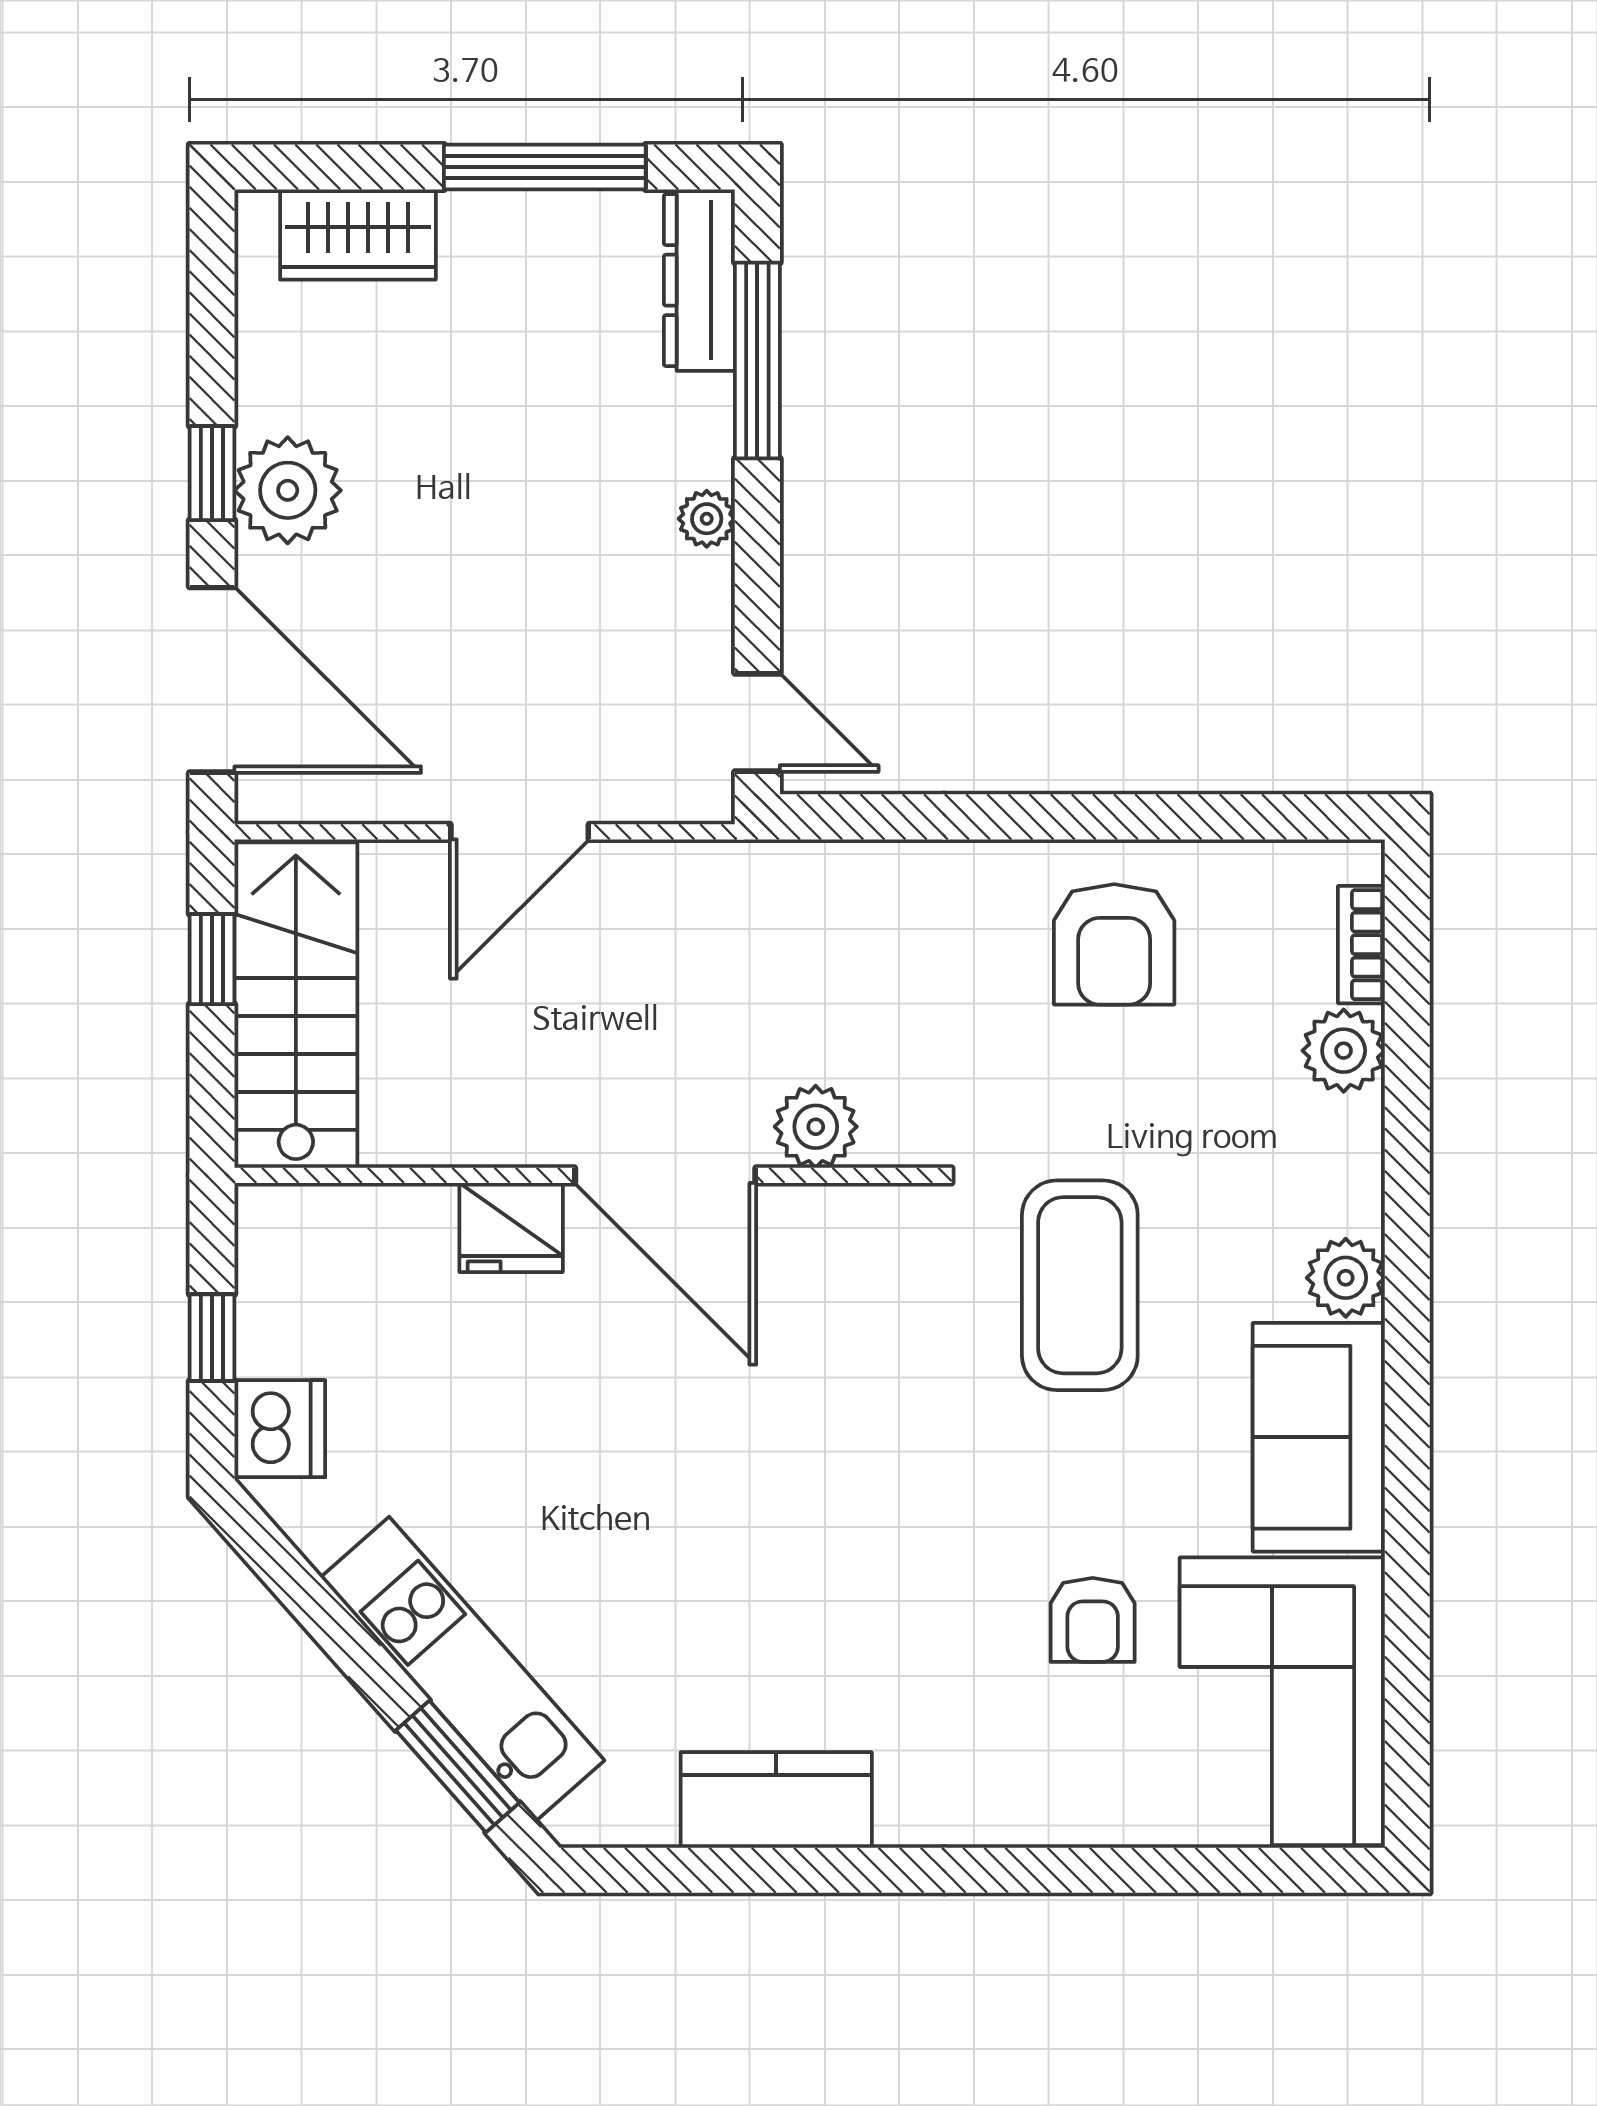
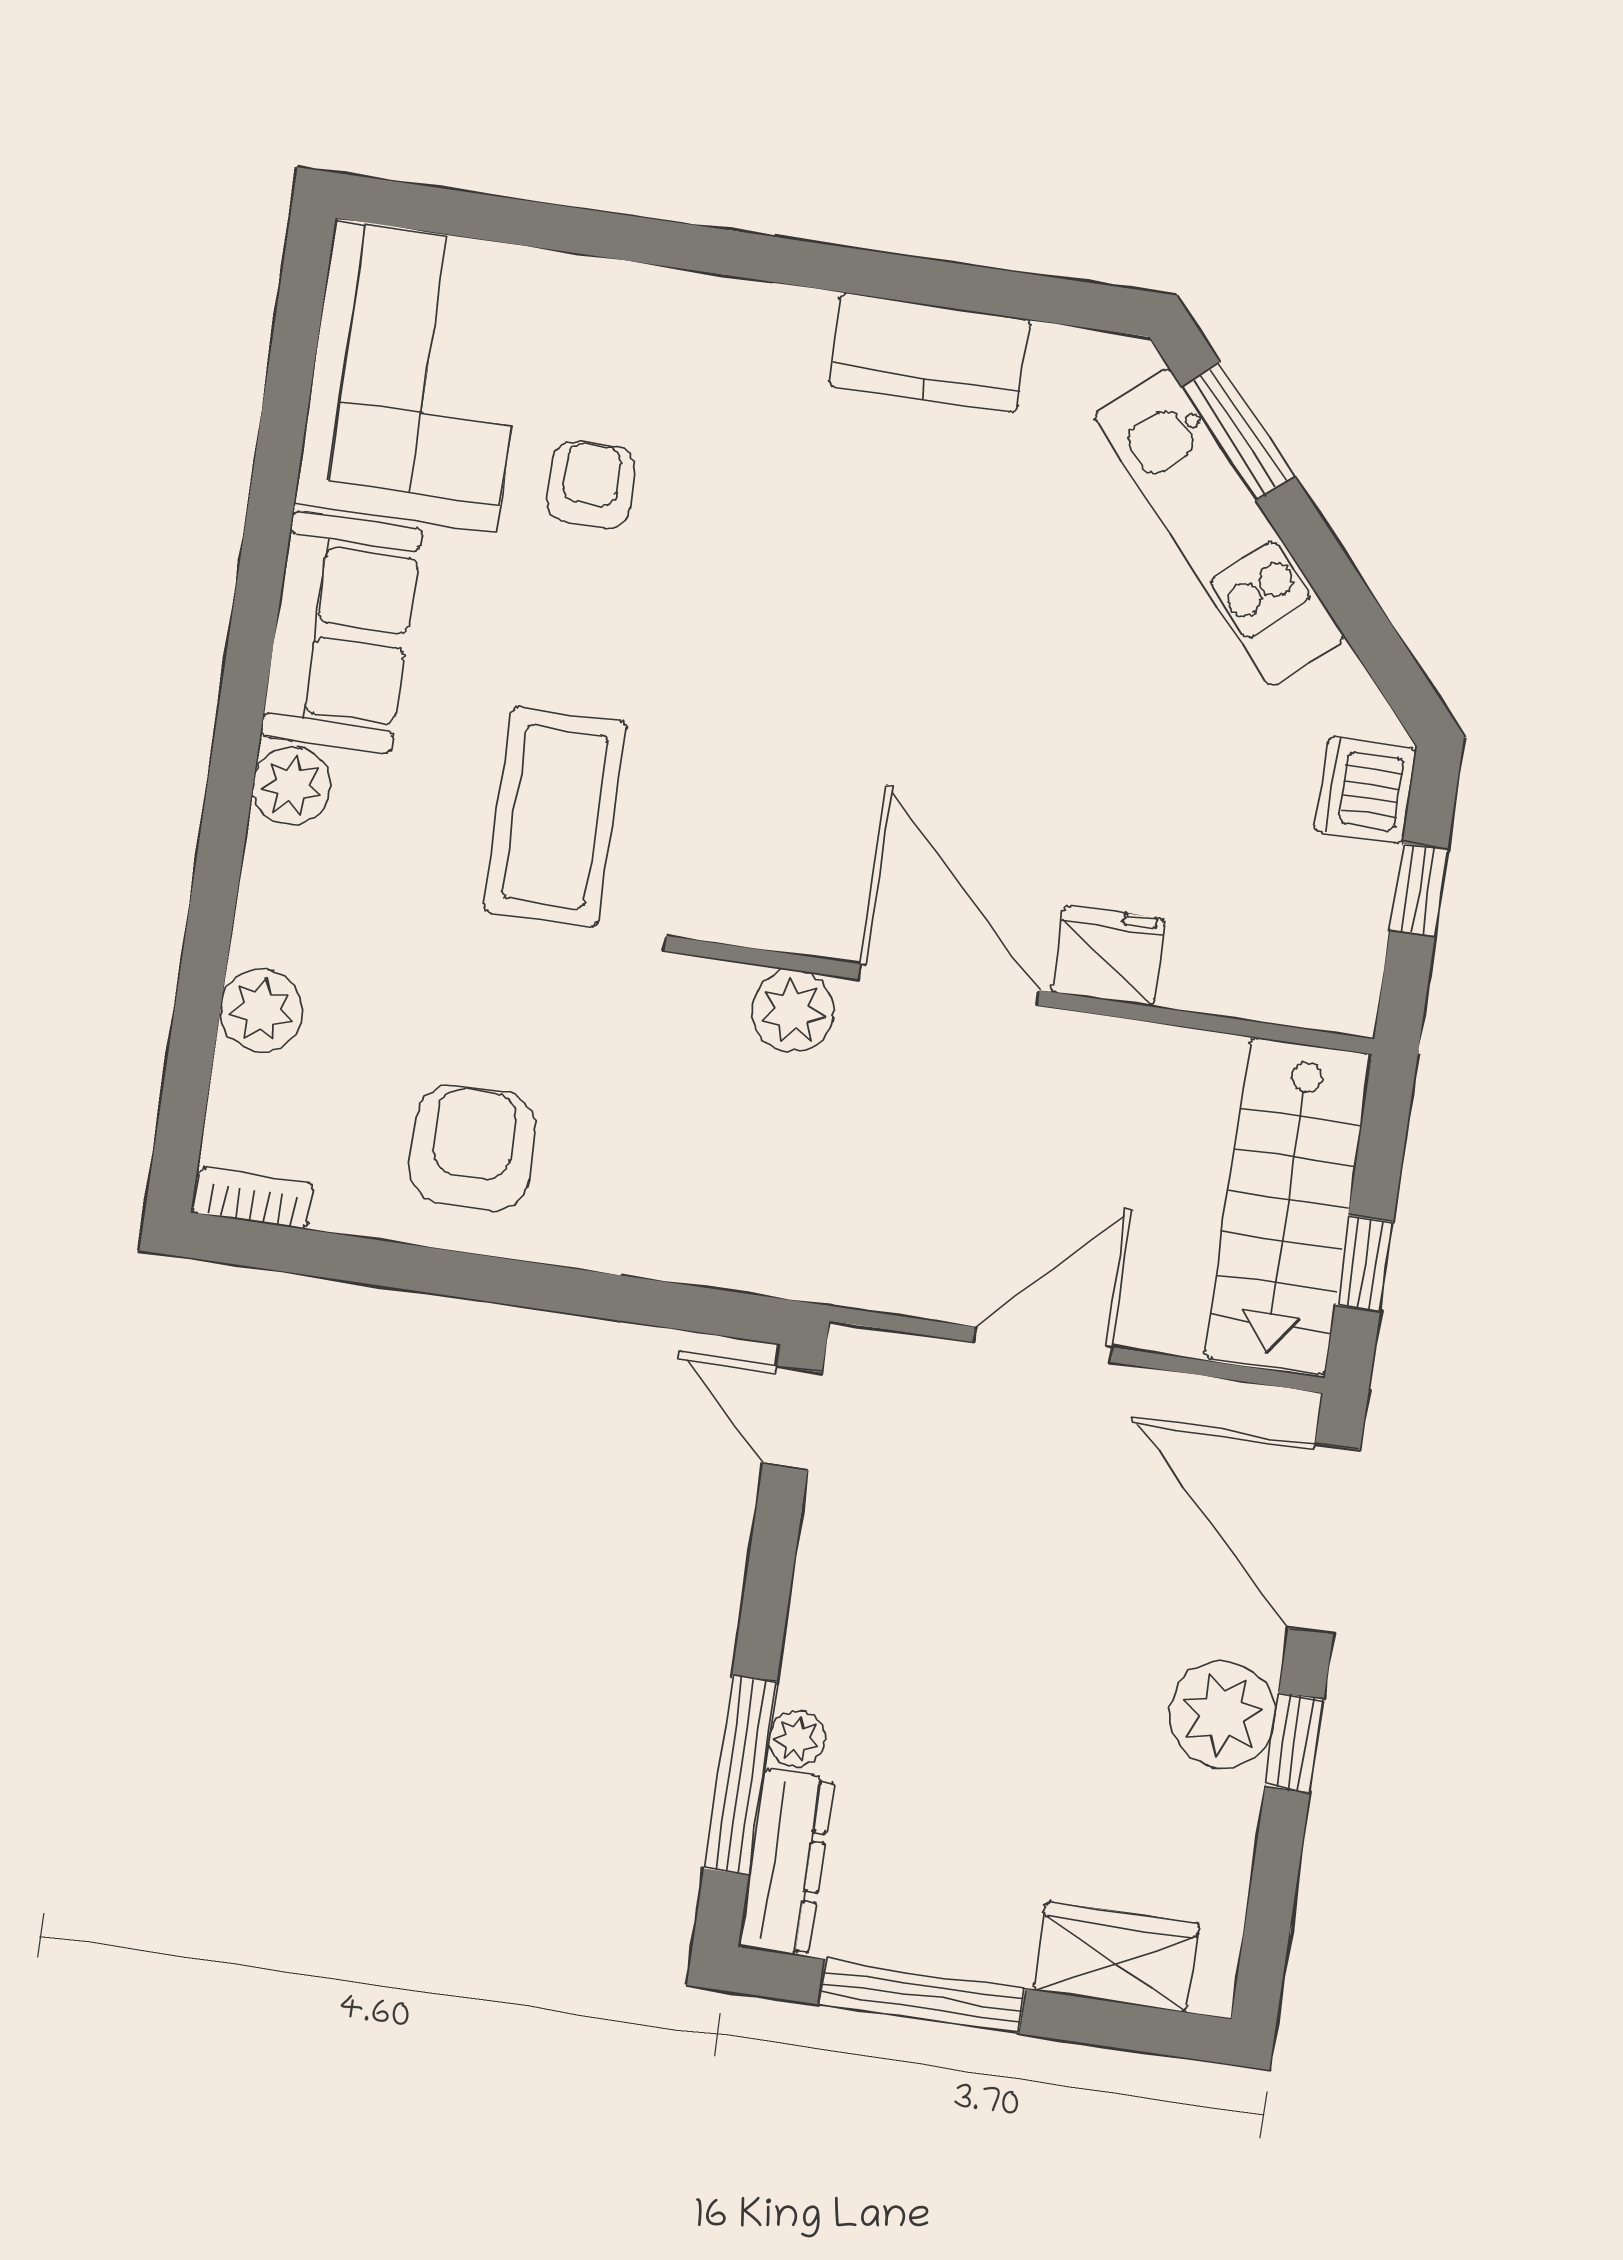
plant: (707, 519) -> (797, 1739), moved
bookcase: (1361, 945) -> (253, 1198), moved, turned -90

